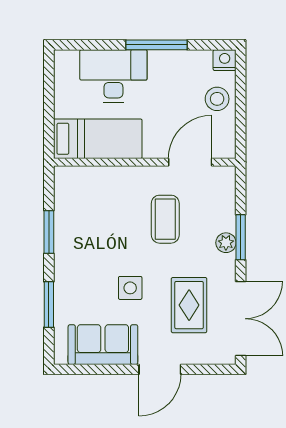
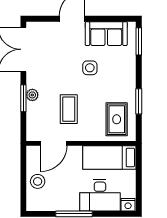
nightstand: (225, 60) -> (128, 205), moved
window: (49, 305) -> (139, 41), moved
rug: (189, 305) -> (117, 119), moved

